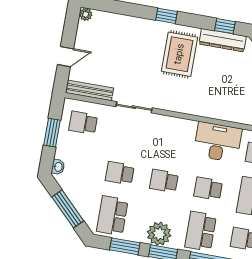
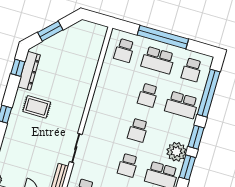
rug: (179, 54) -> (37, 107), width x0.73, depth x0.70
desk: (218, 142) -> (111, 84), removed
plant: (159, 234) -> (176, 152), moved

